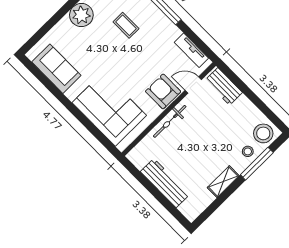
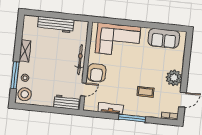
tv unit: (191, 50) -> (111, 108), moved
armchair: (163, 91) -> (97, 73), turned 90

